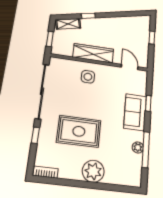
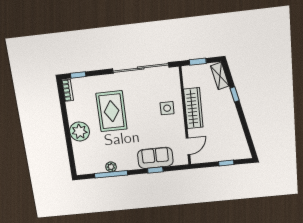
sofa: (135, 112) -> (155, 158), moved
window: (35, 135) -> (78, 75), moved

